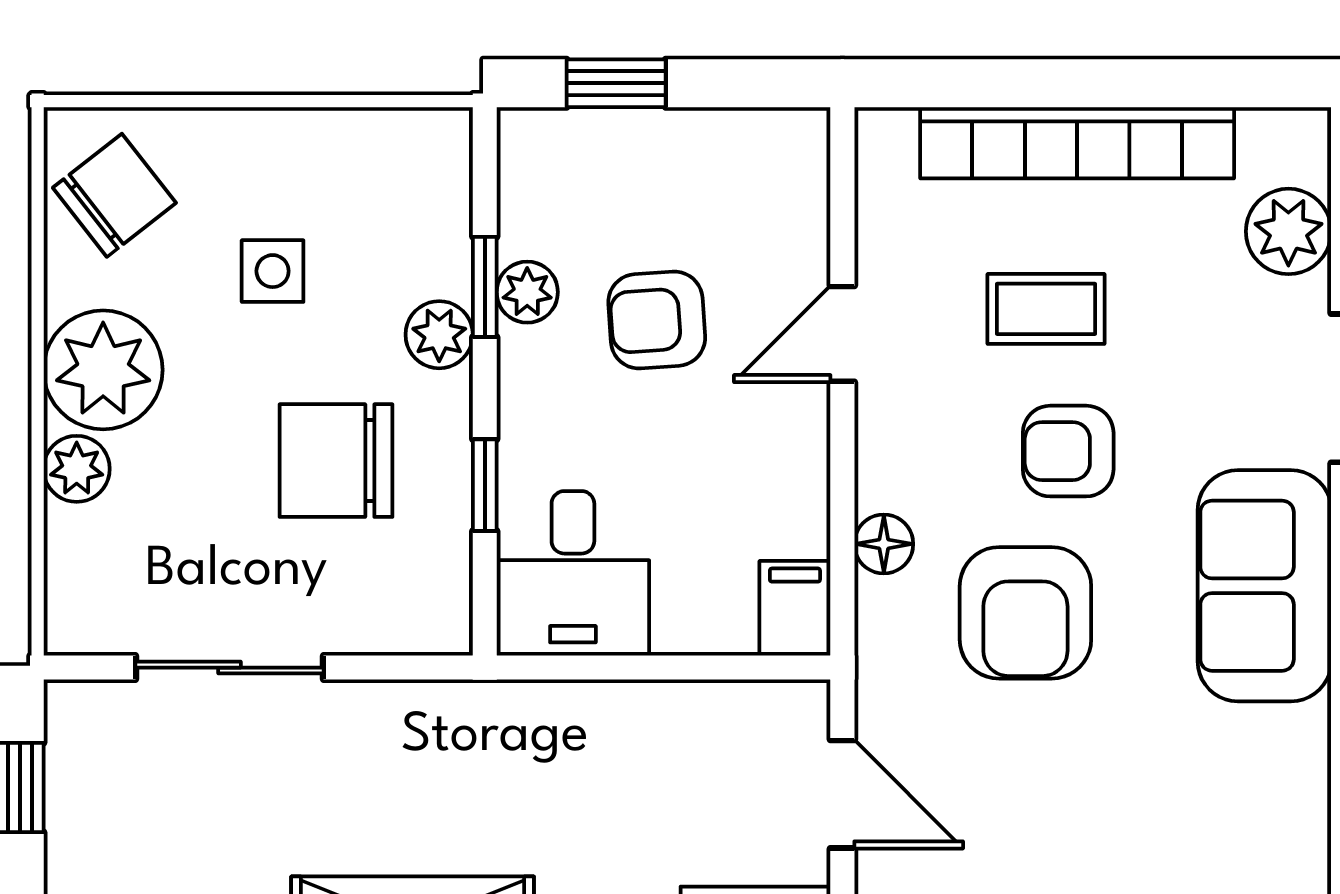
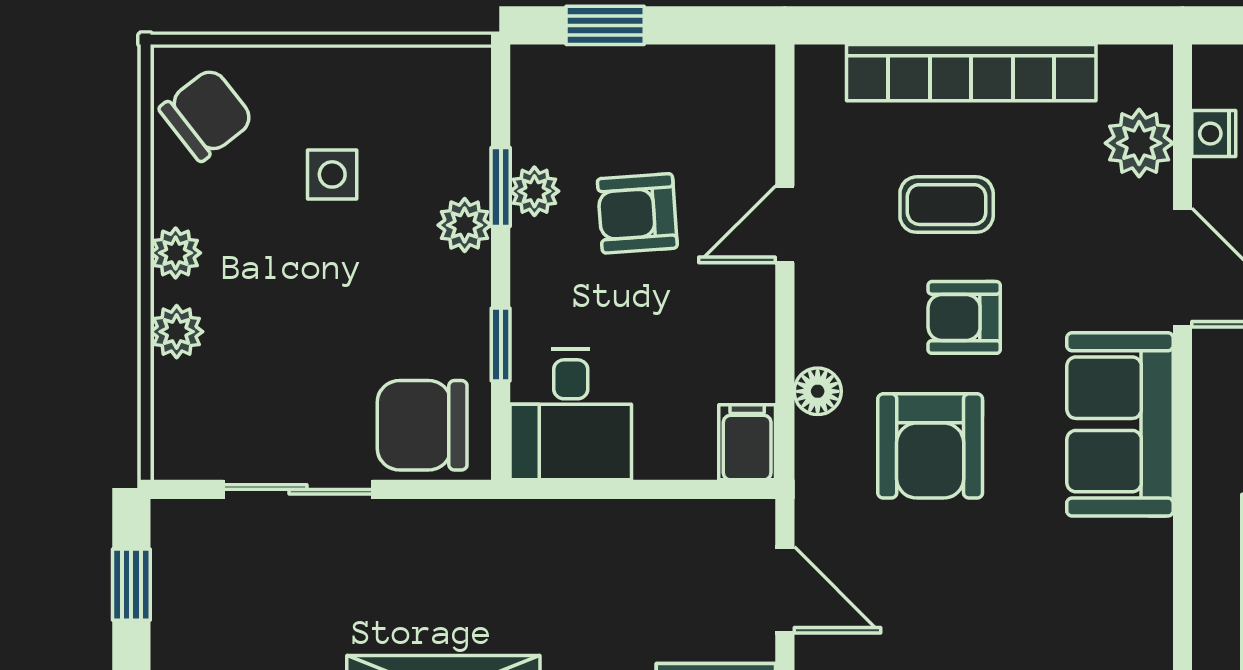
plant: (103, 370) -> (176, 253), width x0.53, depth x0.53
chair: (336, 461) -> (422, 425), moved

